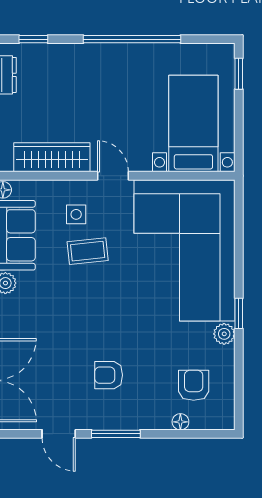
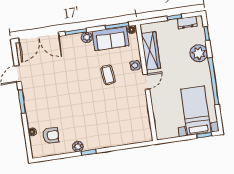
plant: (71, 61) -> (199, 53), added
bed with nightstands: (193, 124) -> (196, 111), moved, turned -90
side table: (76, 214) -> (135, 65), moved
corner sofa: (185, 250) -> (115, 122), removed
armchair: (109, 375) -> (50, 94), removed

